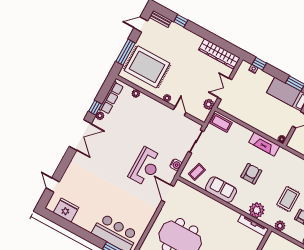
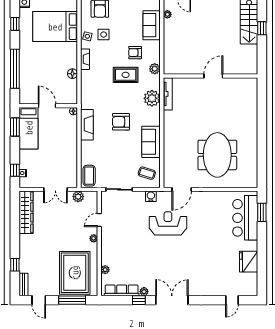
fridge: (66, 210) -> (249, 262), moved

